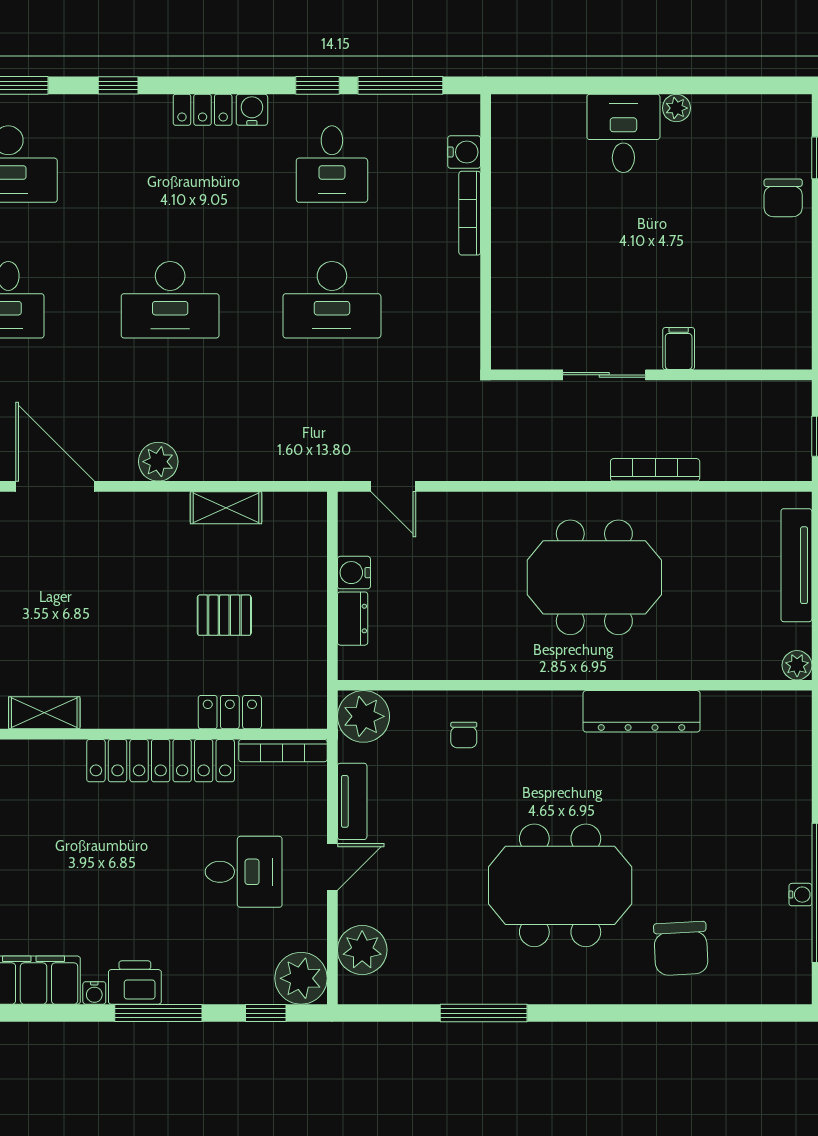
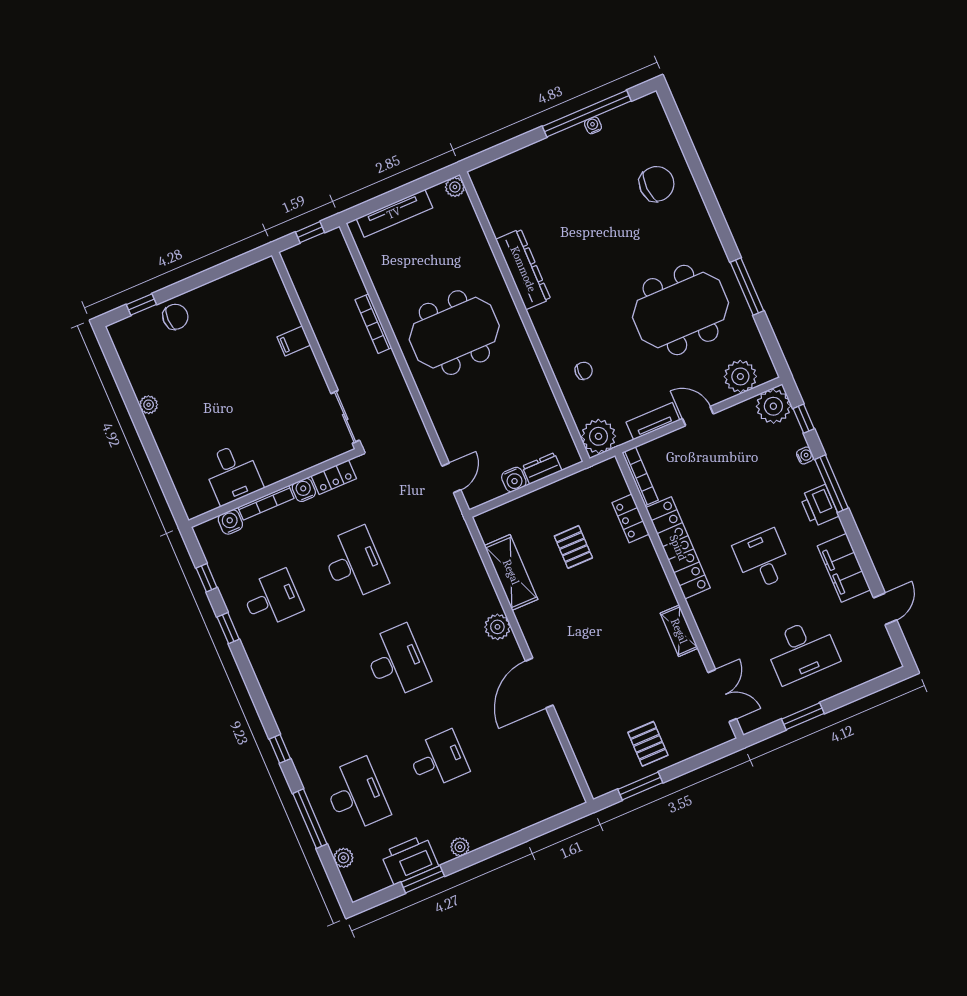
window: (400, 85) -> (207, 578), width x0.46
locker: (203, 110) -> (334, 477), moved, turned 90
water cooler: (252, 110) -> (304, 490), moved, turned 90
desk: (623, 133) -> (232, 474), moved, turned -90
sliding door: (604, 375) -> (345, 417), moved
shelving: (226, 508) -> (511, 572), width x1.50, depth x1.33
meeting table: (594, 577) -> (454, 333), turned 90
desk: (244, 872) -> (763, 560), moved
meeting table: (560, 885) -> (680, 310), moved, turned 90
water cooler: (94, 993) -> (805, 456), moved

